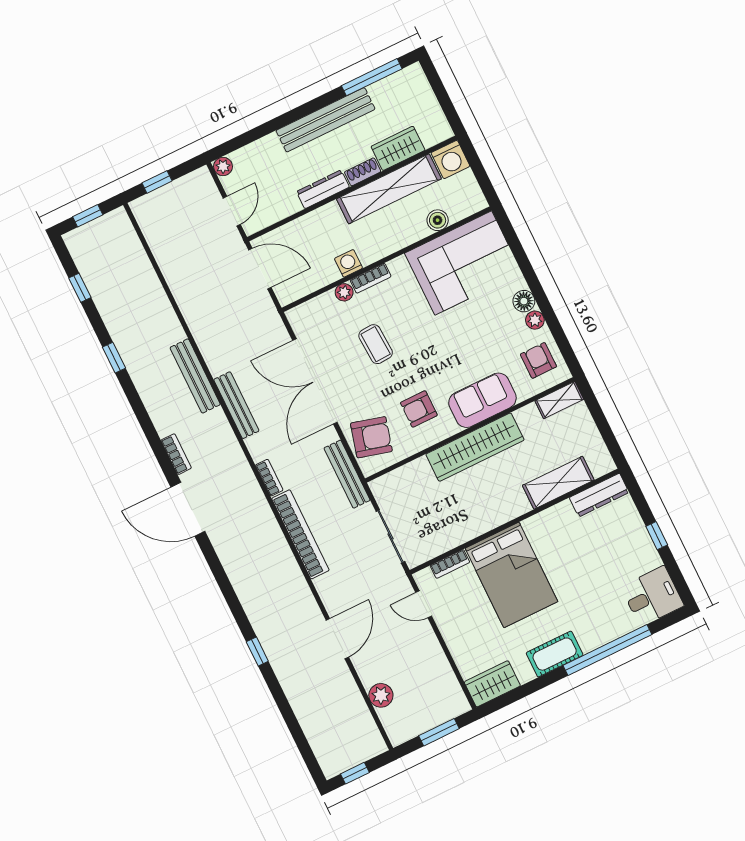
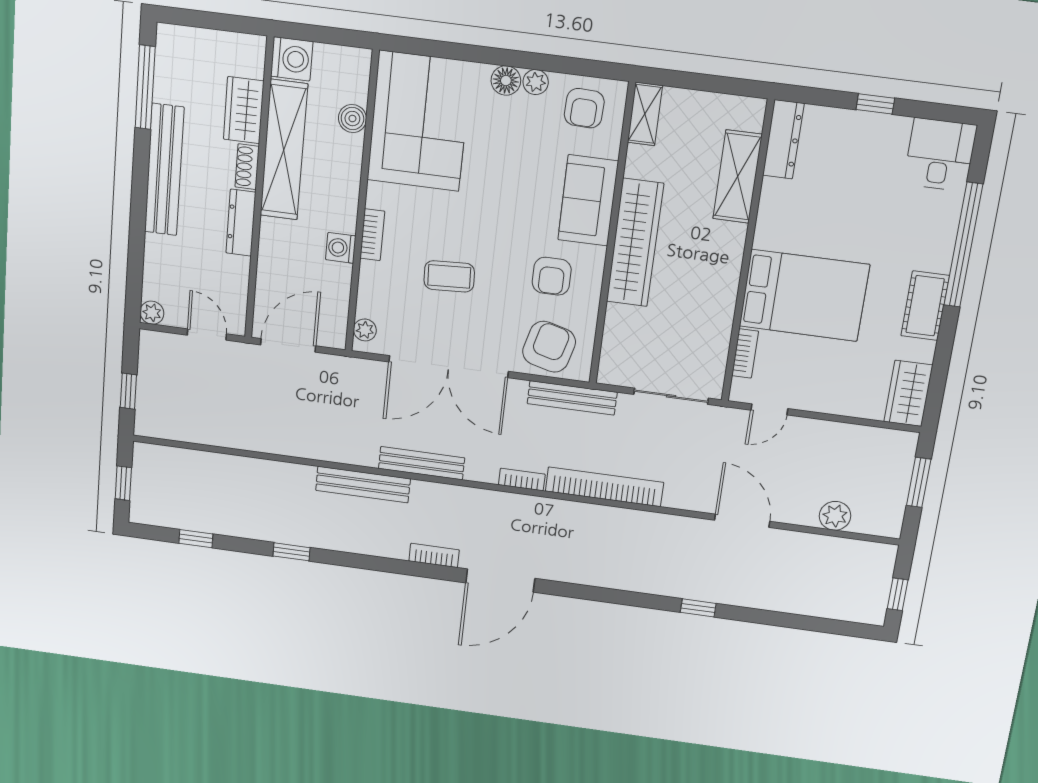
plant: (344, 292) -> (365, 330), moved
armchair: (538, 360) -> (584, 108), turned -88

